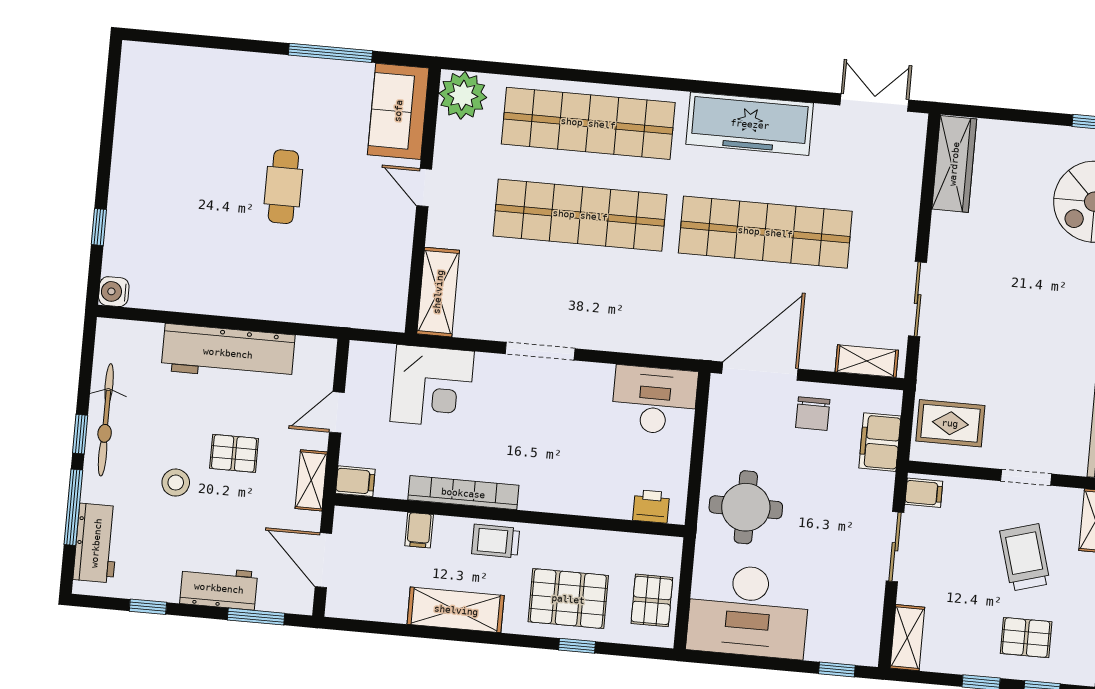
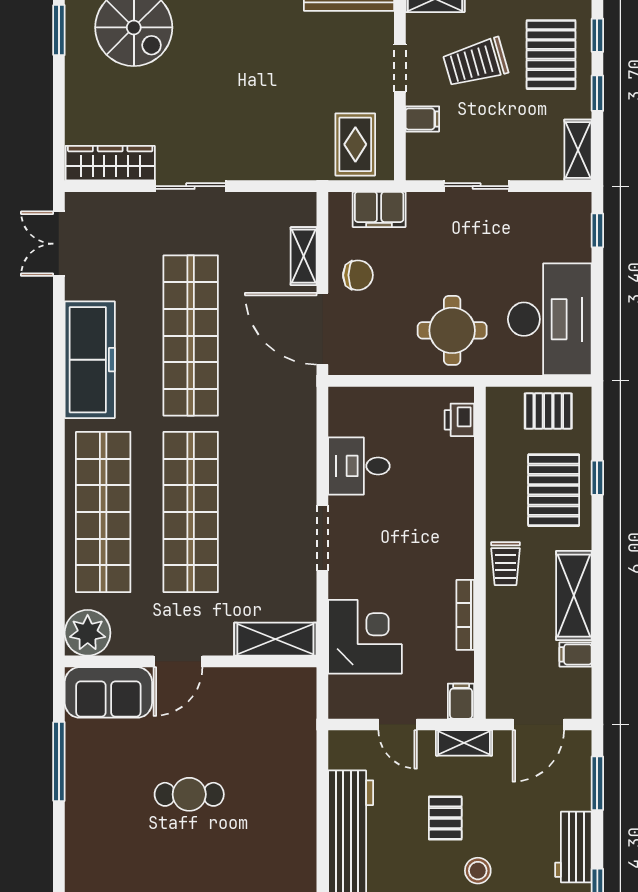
door: (424, 188) -> (178, 661), width x1.38
sliding door: (918, 299) -> (190, 186), moved
shelving: (867, 361) -> (304, 256), moved
desk: (655, 400) -> (359, 466), moved, width x0.73
bookcase: (463, 493) -> (465, 615), width x0.68, depth x0.76
filing cabinet: (924, 493) -> (422, 119), moved, turned 90
filing cabinet: (419, 530) -> (576, 654), moved, turned 180
workbench: (219, 588) -> (573, 847), moved
shelving: (907, 638) -> (578, 150), moved, turned 90
pallet: (1026, 638) -> (551, 55), width x1.50, depth x1.42

